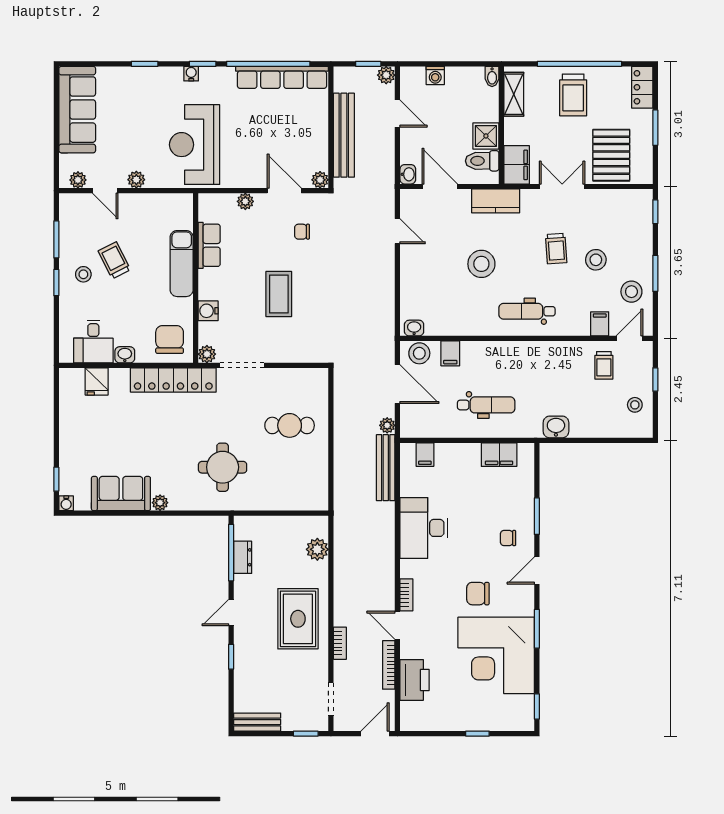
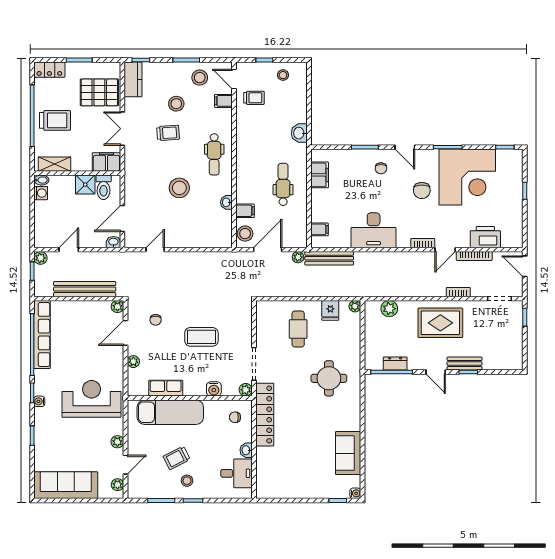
washing machine: (435, 75) -> (41, 193), moved
reception desk: (195, 145) -> (92, 399), turned 180
kitchen counter: (496, 201) -> (133, 79), moved
exam couch: (182, 264) -> (170, 412), width x1.36, depth x1.45
washbasin: (414, 328) -> (226, 202), moved
chair: (170, 340) -> (235, 417), width x0.54, depth x0.54
fridge: (97, 381) -> (330, 310), moved, turned 90
plant: (160, 503) -> (355, 306), moved
bench: (257, 722) -> (464, 364), moved, turned 90

